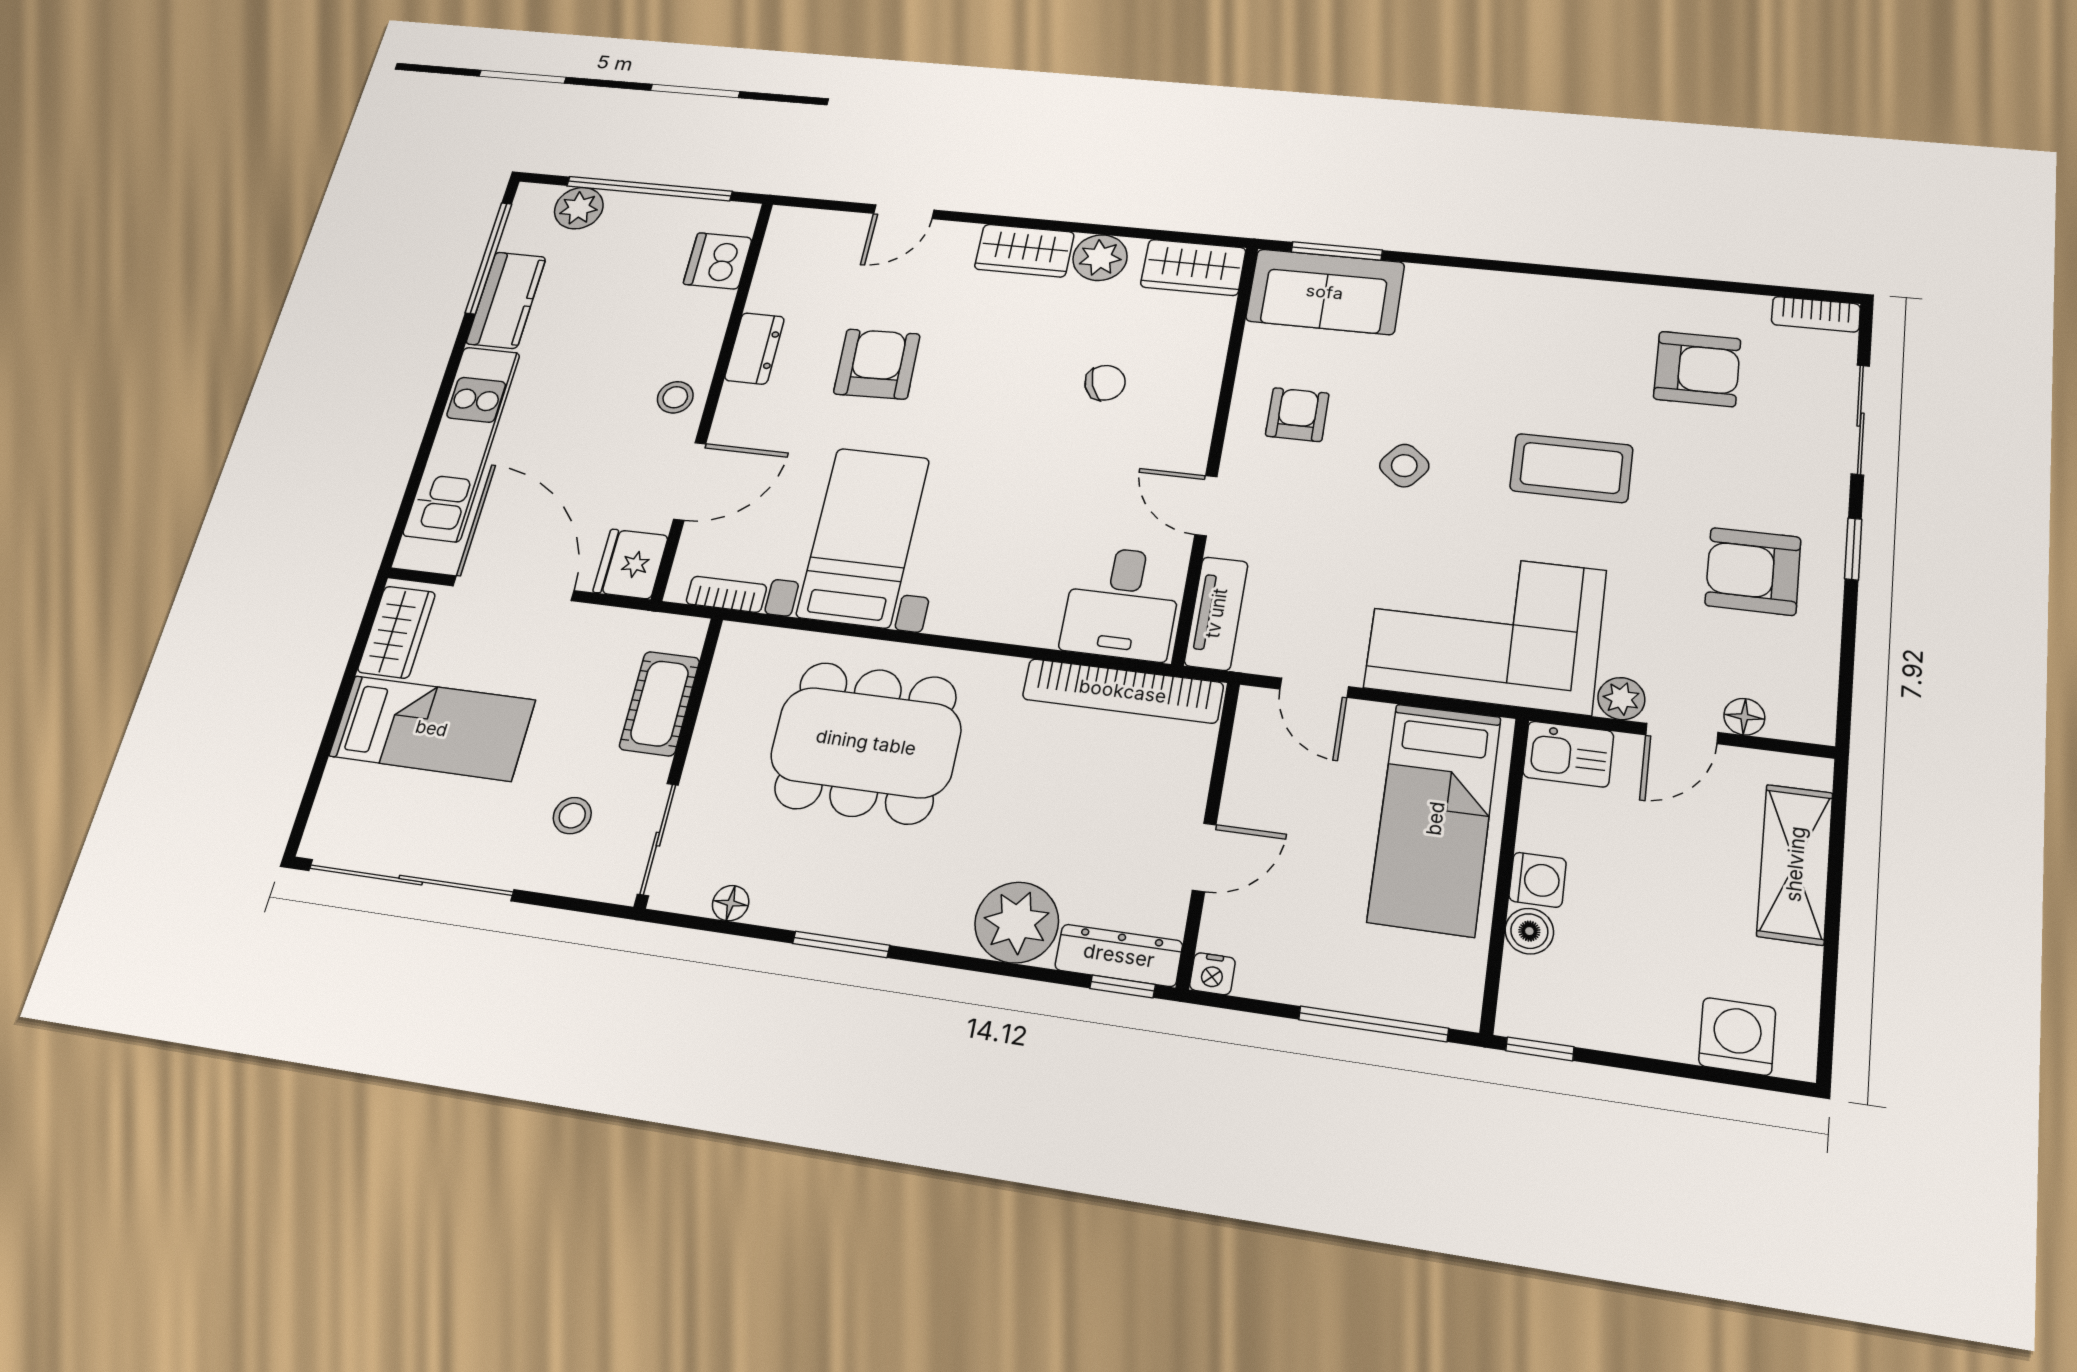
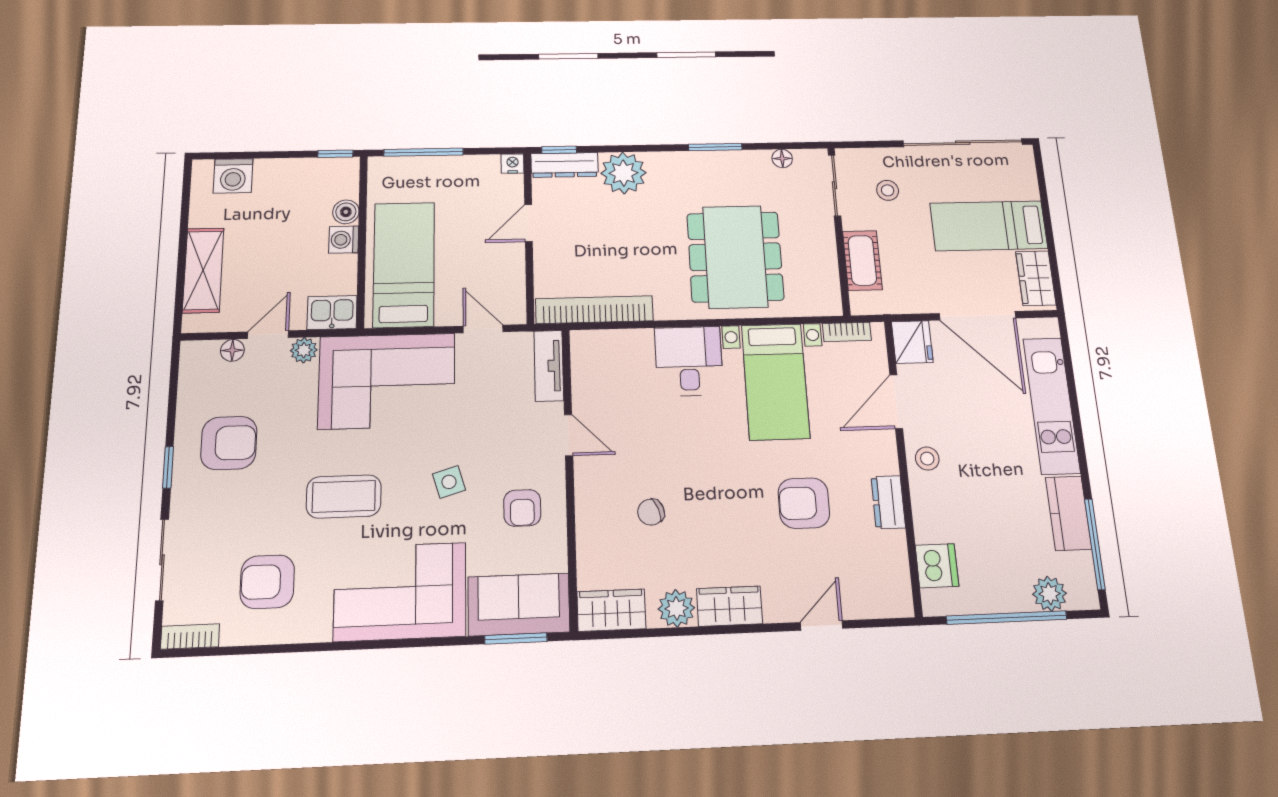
corner sofa: (1498, 330) -> (400, 592), added
armchair: (877, 364) -> (804, 503), turned 92
side table: (1404, 466) -> (449, 482), turned 34
desk: (1122, 603) -> (689, 361), moved
dining table: (866, 742) -> (735, 257), turned 90

